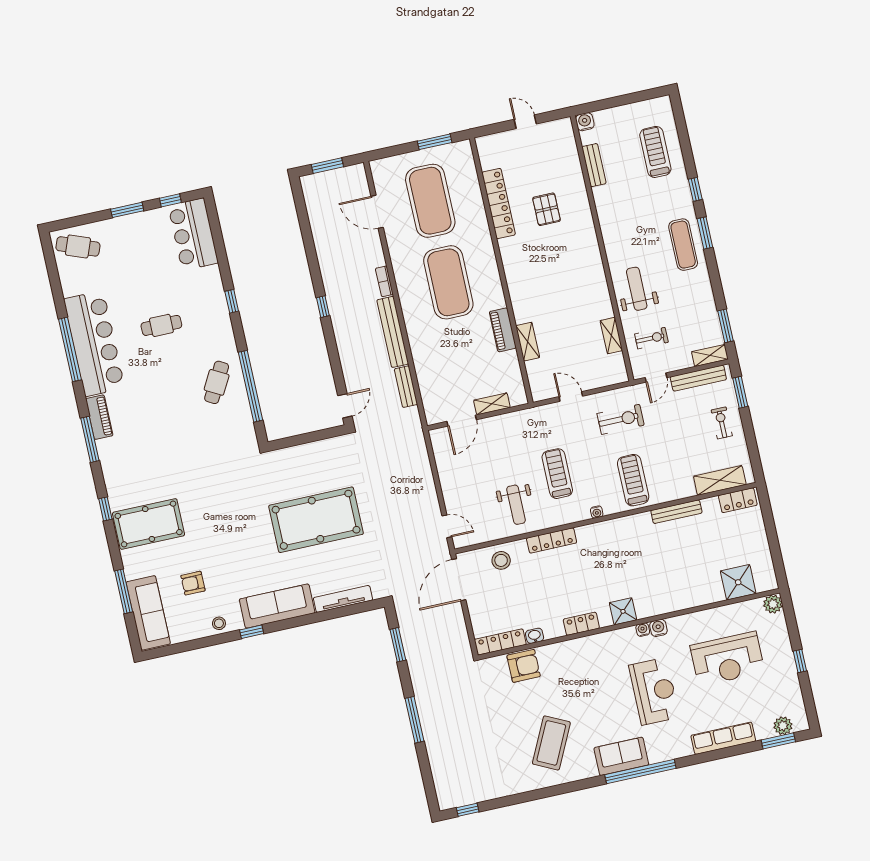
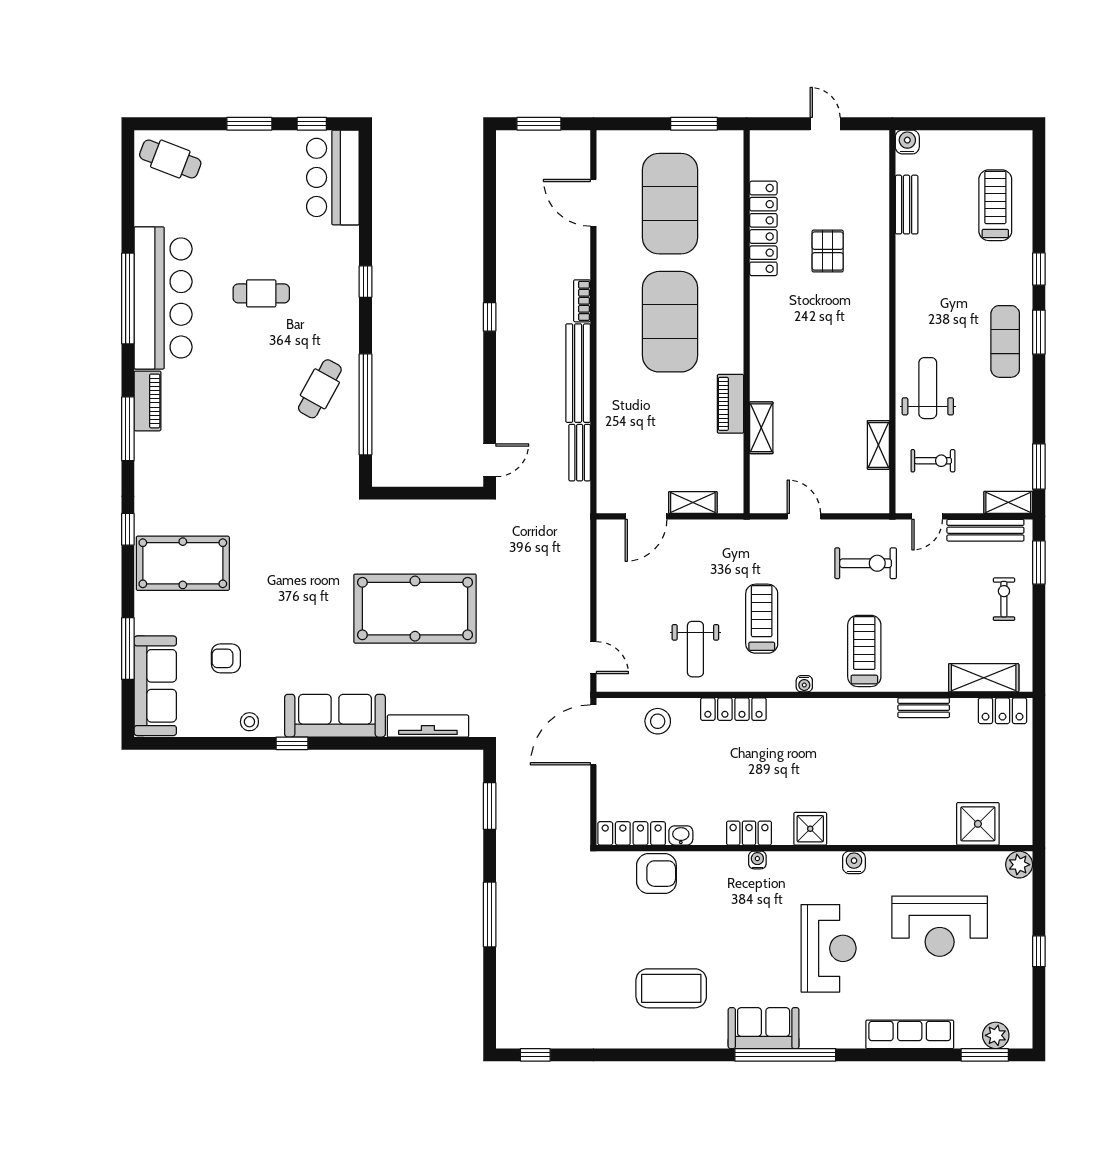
bench: (676, 512) -> (924, 708), width x0.73
water cooler: (643, 630) -> (757, 860), moved
coffee table: (551, 743) -> (671, 988), turned 64

